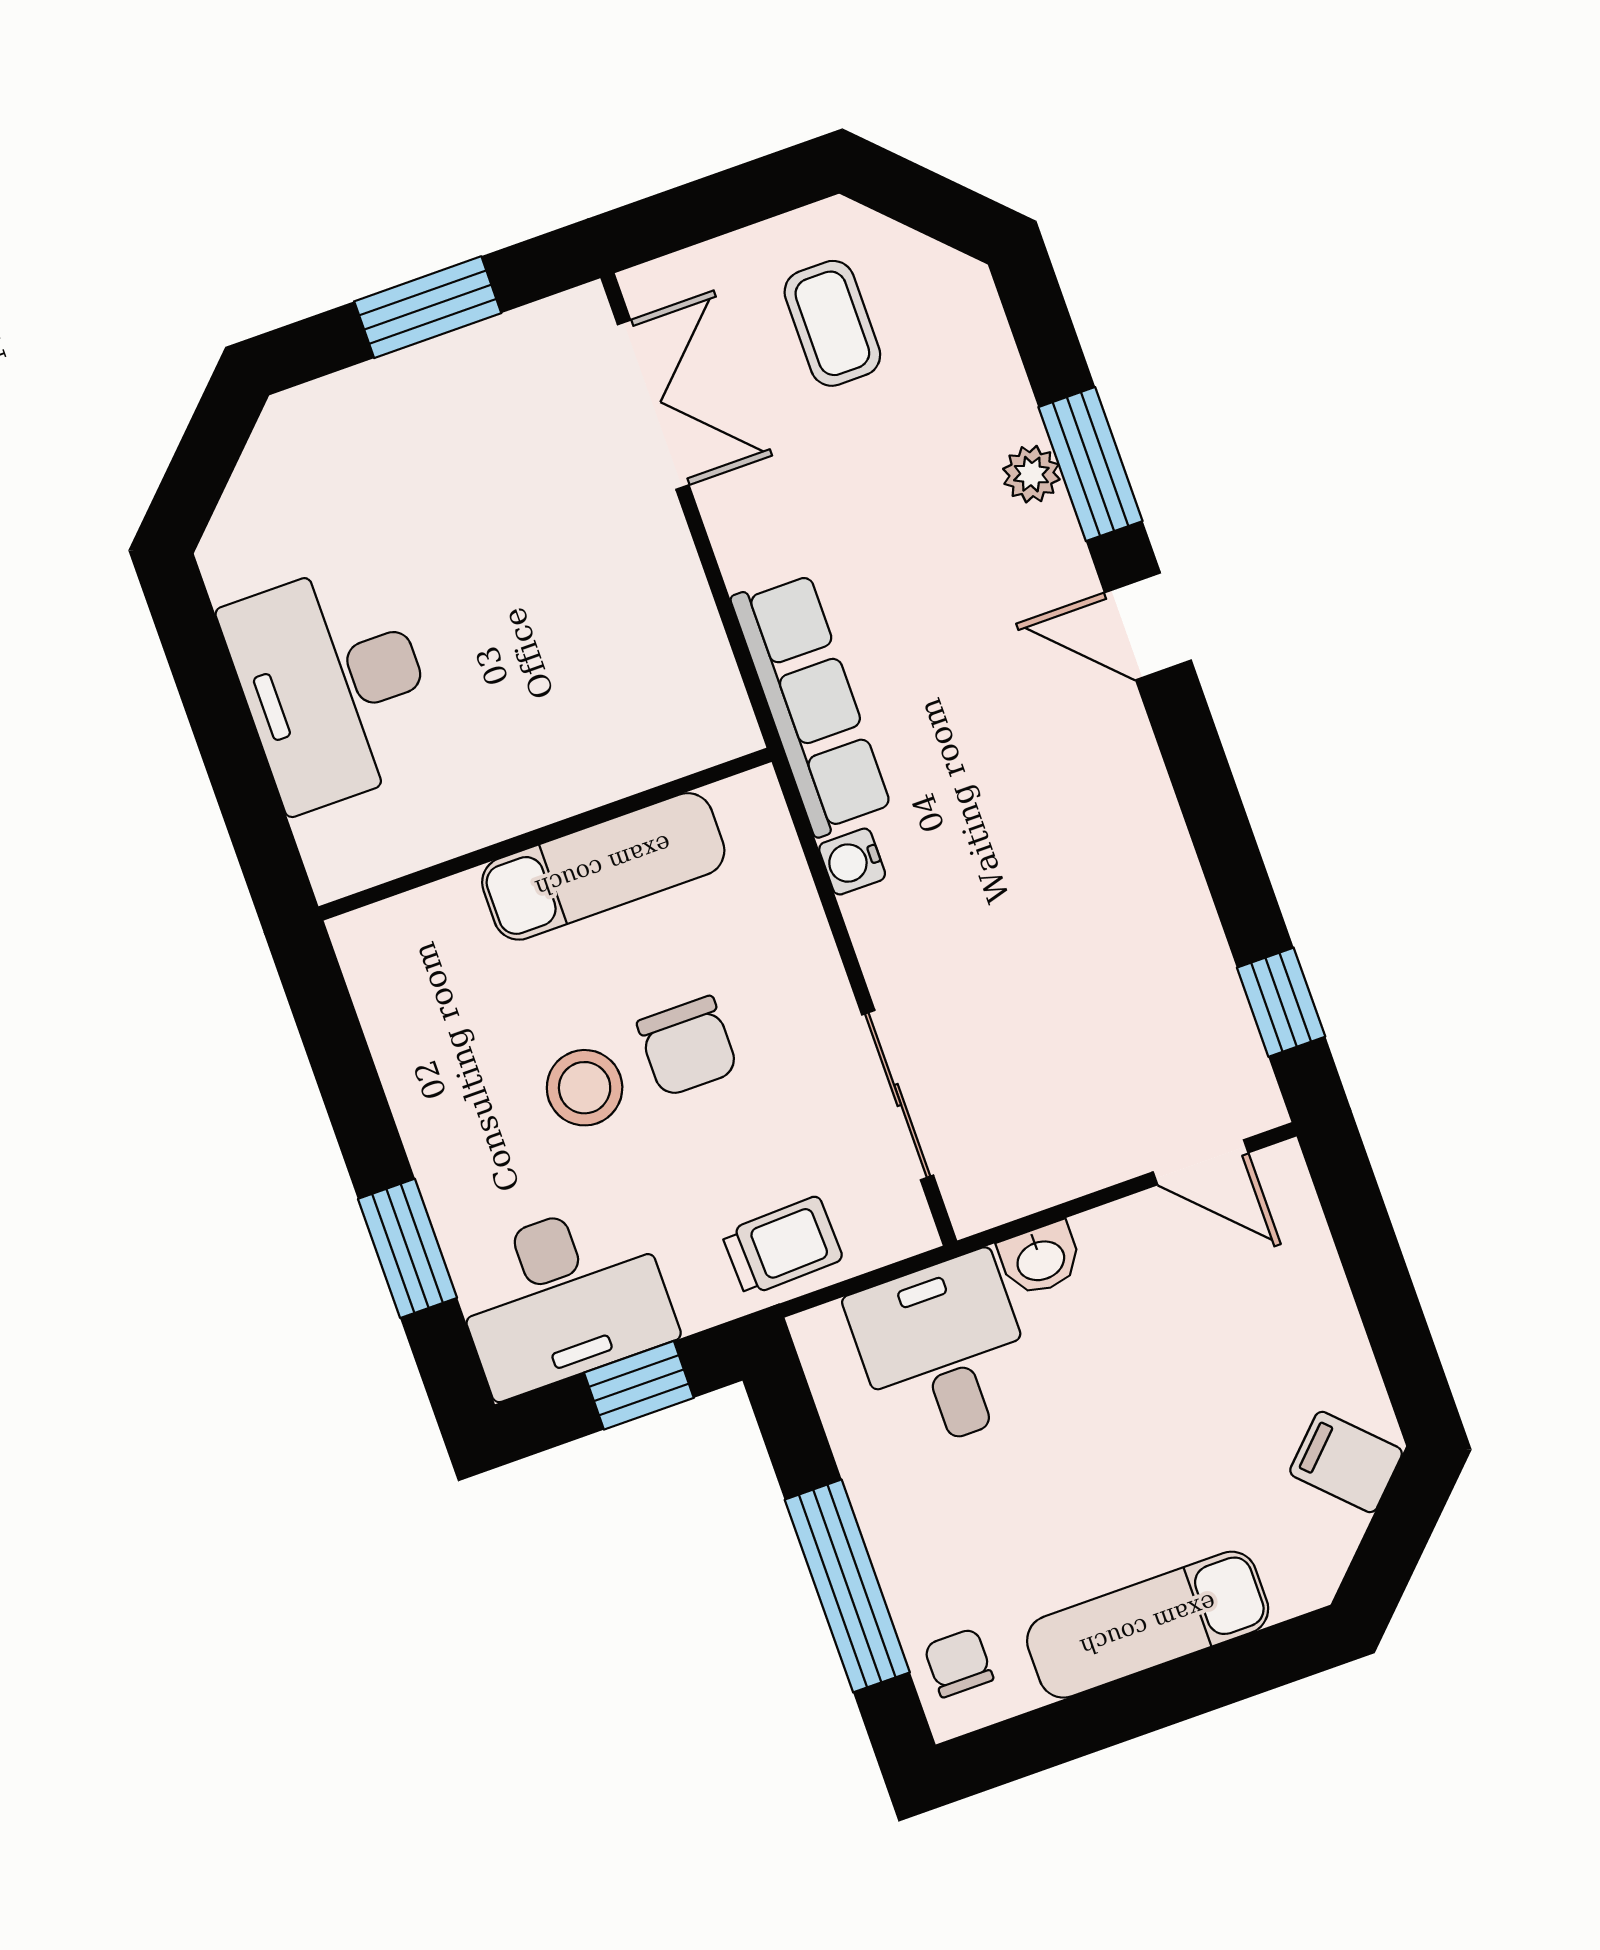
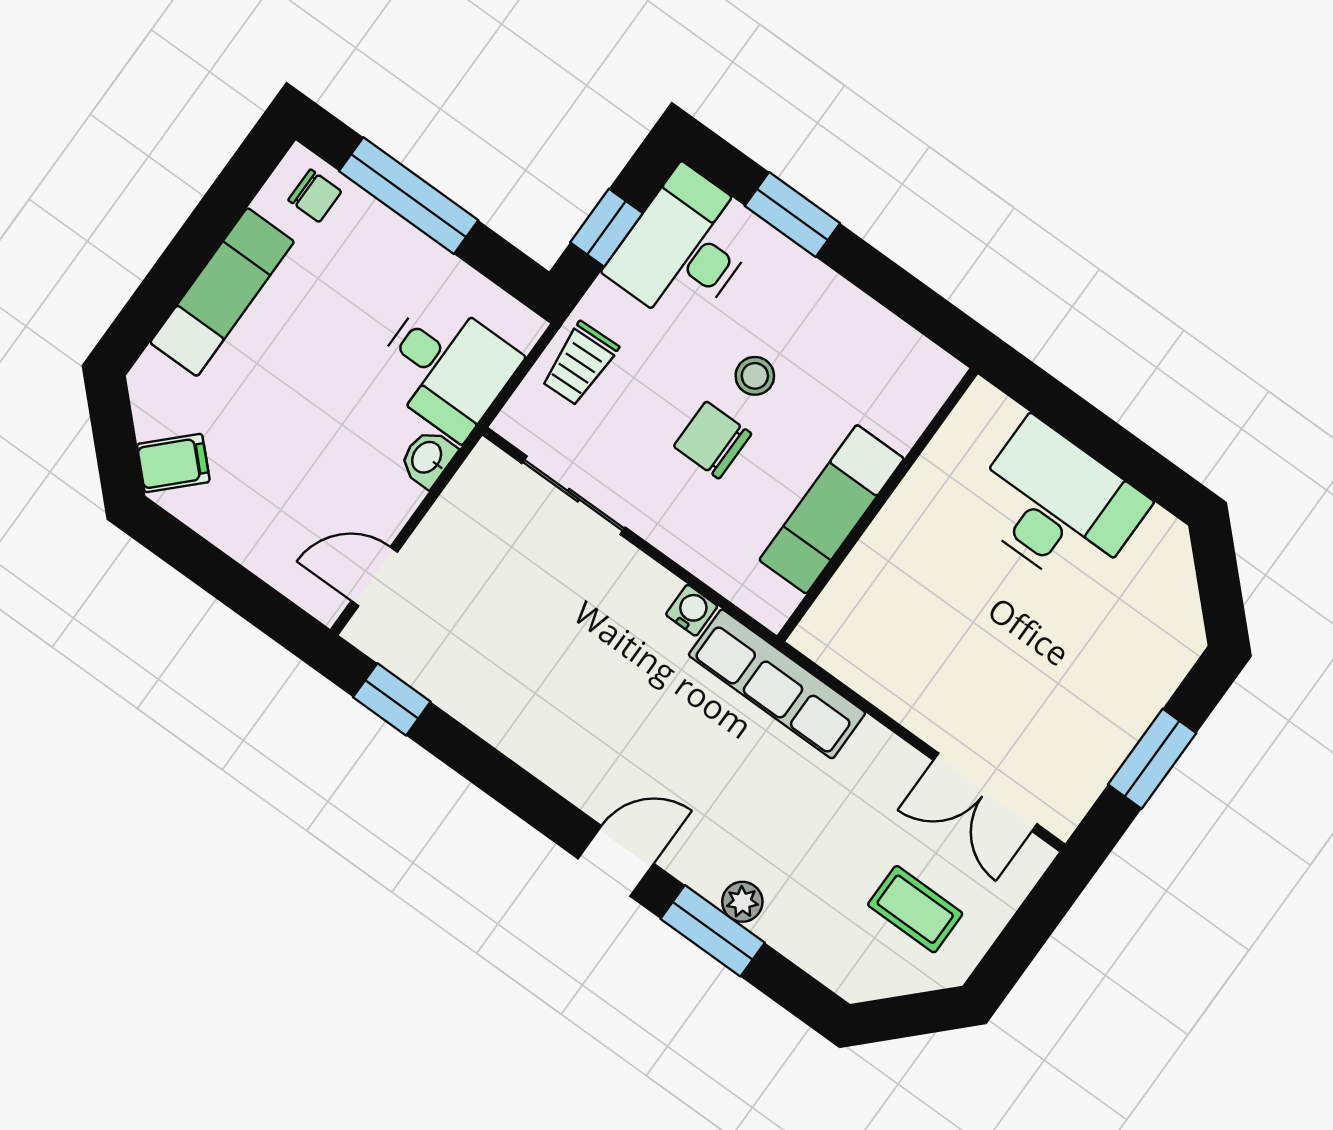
stool: (585, 1088) -> (755, 376), width x0.73, depth x0.73

